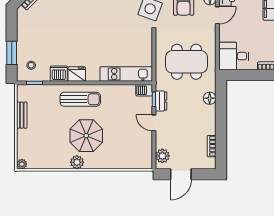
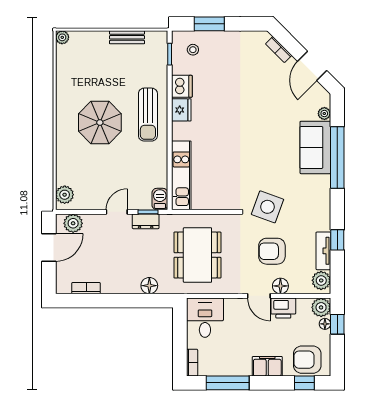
plant: (77, 162) -> (65, 195), moved
door: (181, 174) -> (49, 248), swing flipped

